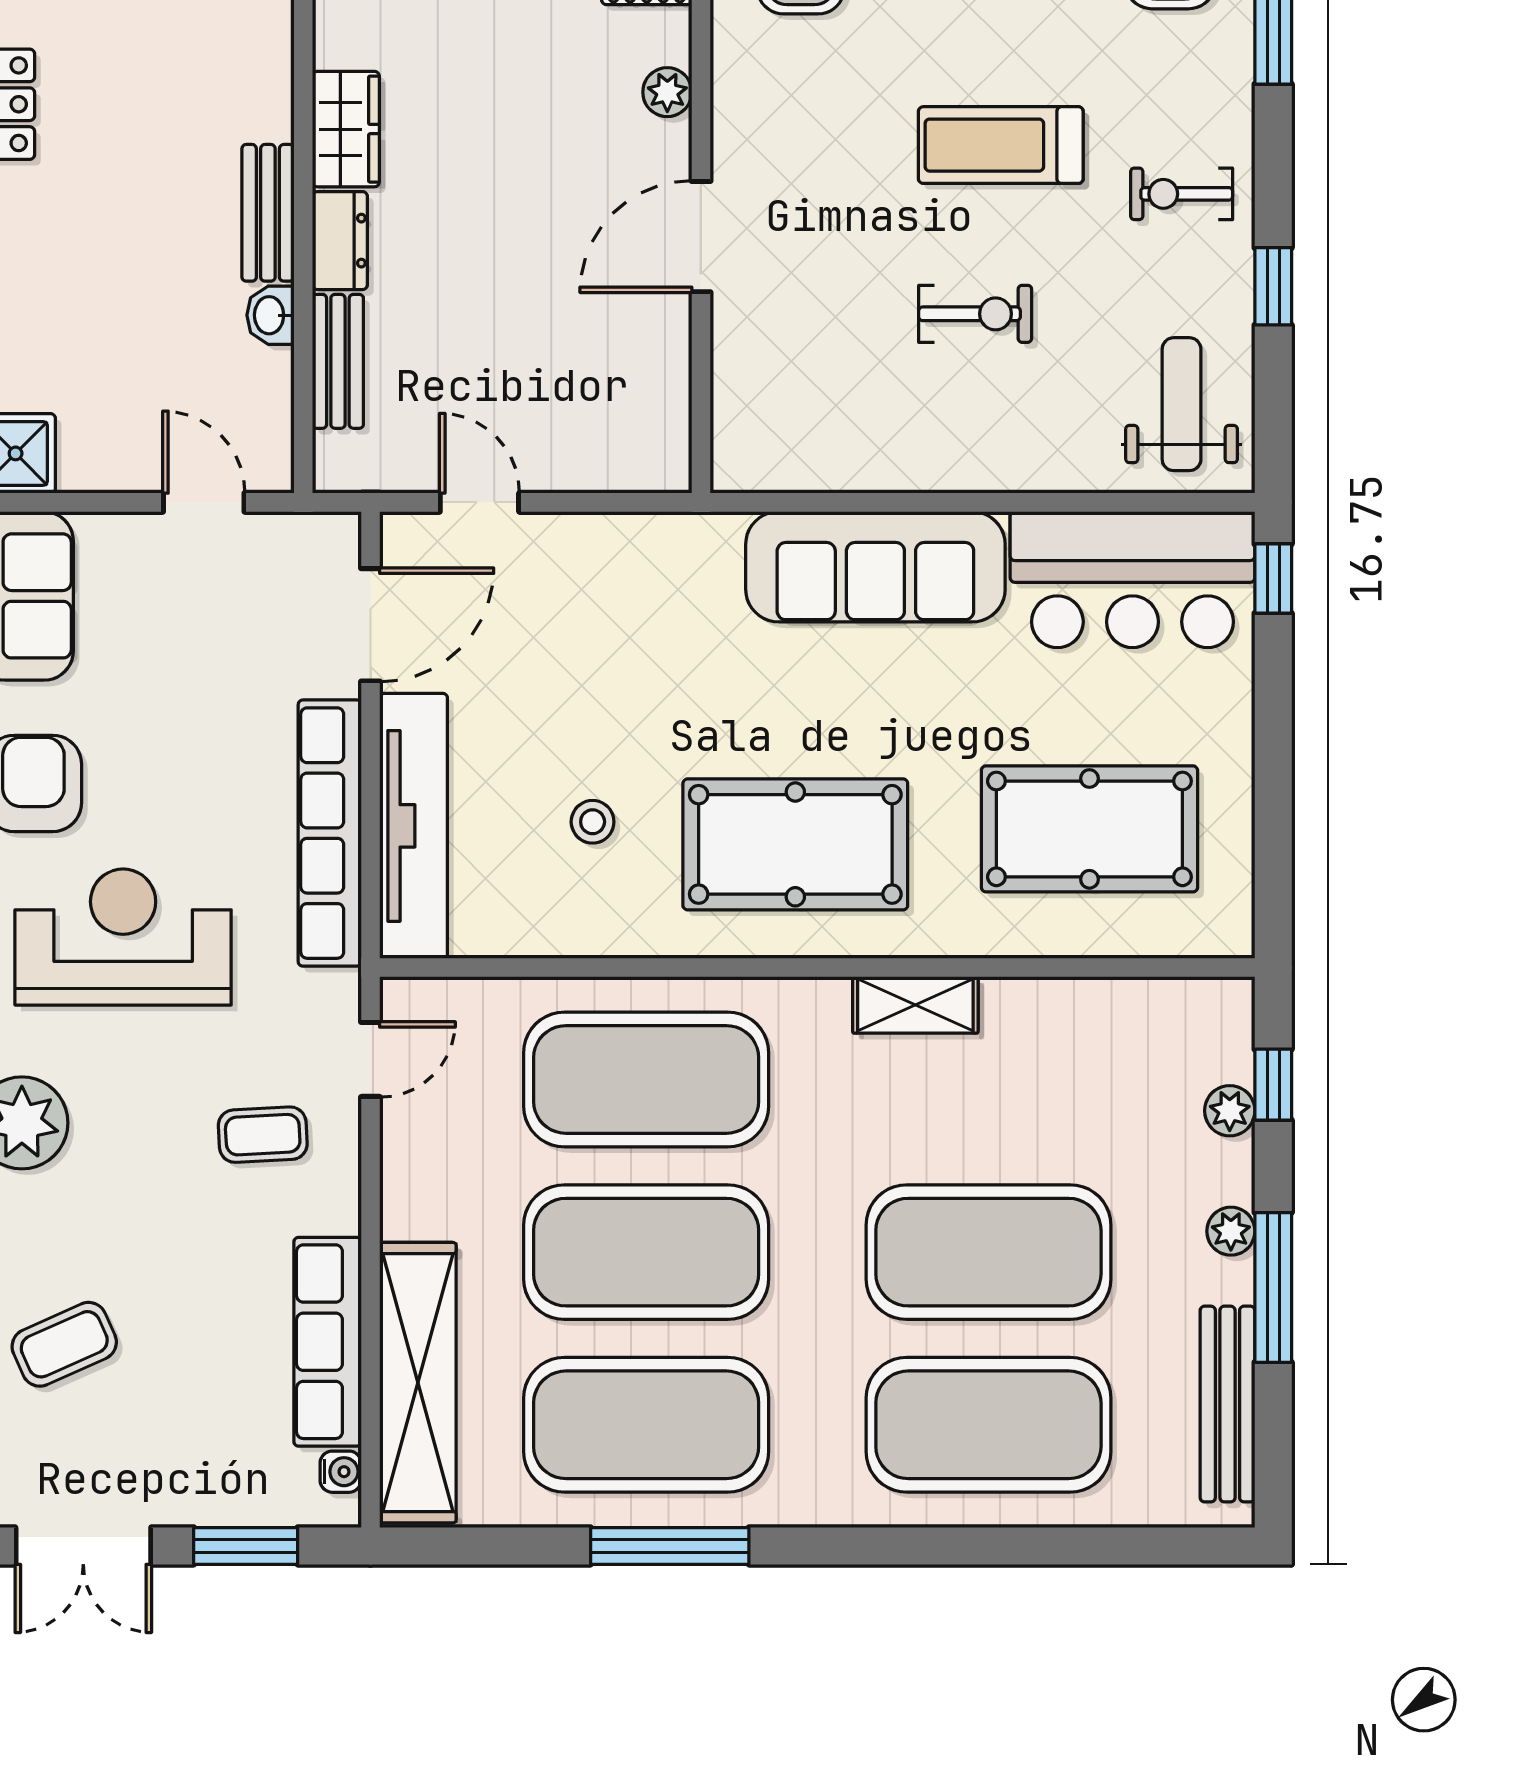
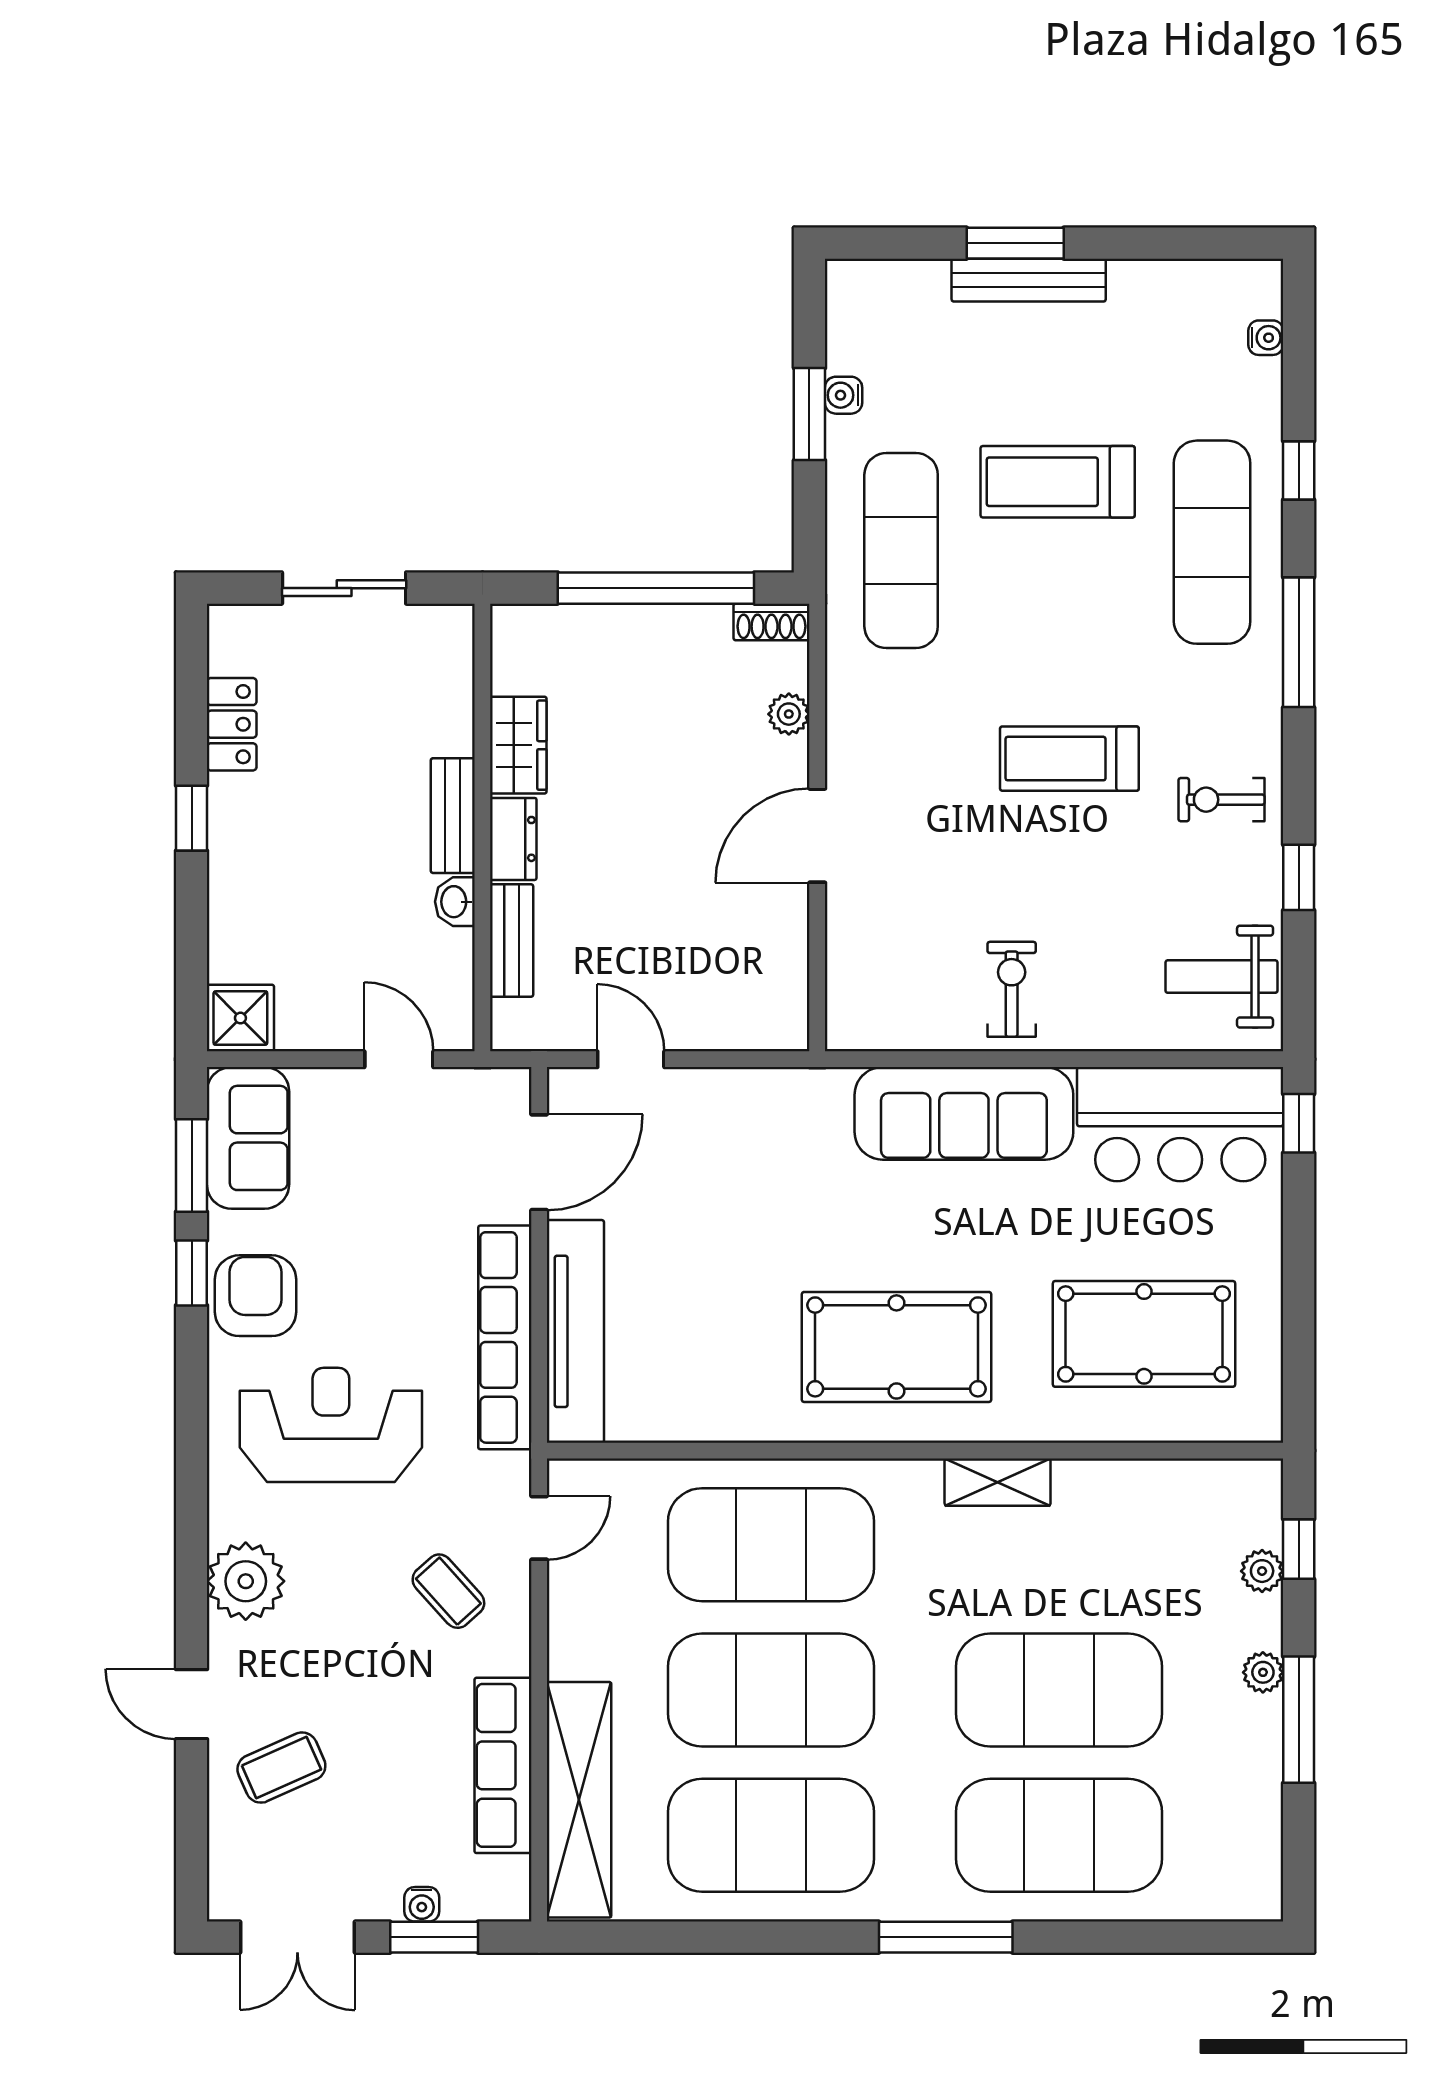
exercise bike: (975, 314) -> (1012, 989), moved, turned -90
weight bench: (1182, 404) -> (1221, 977), turned -90
stool: (593, 822) -> (726, 1328), removed
coffee table: (263, 1135) -> (448, 1591), turned 51
bench: (1227, 1404) -> (1260, 1818), removed
water cooler: (341, 1472) -> (422, 1904), moved, turned 90
window: (670, 1546) -> (946, 1937), moved

